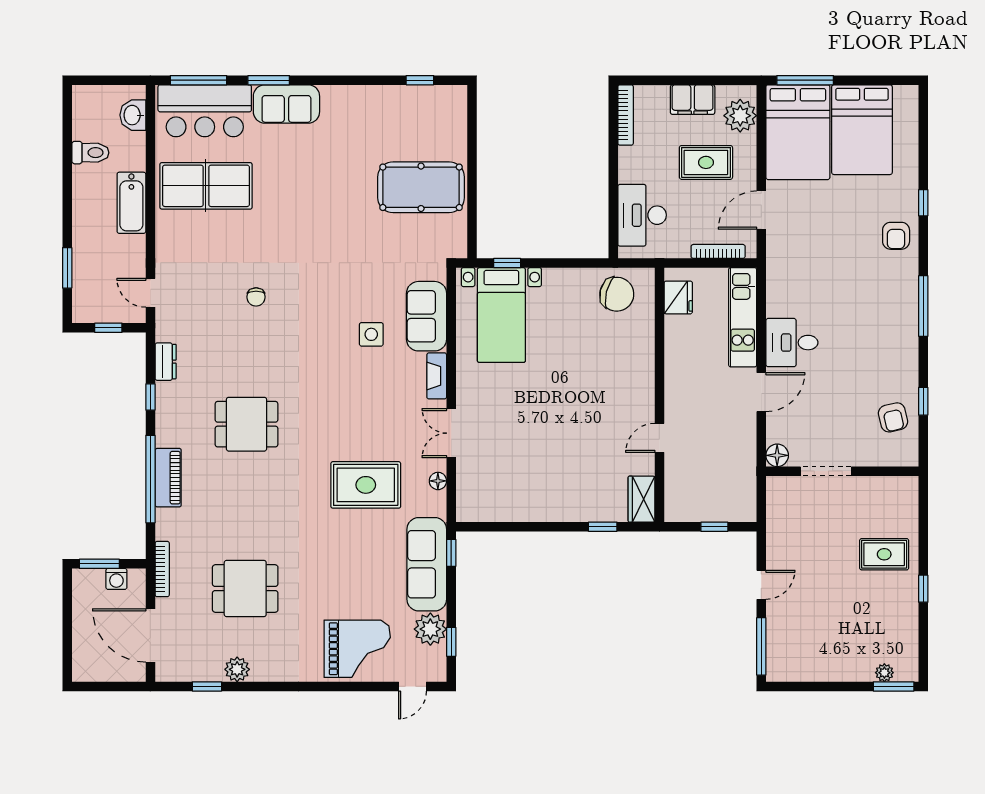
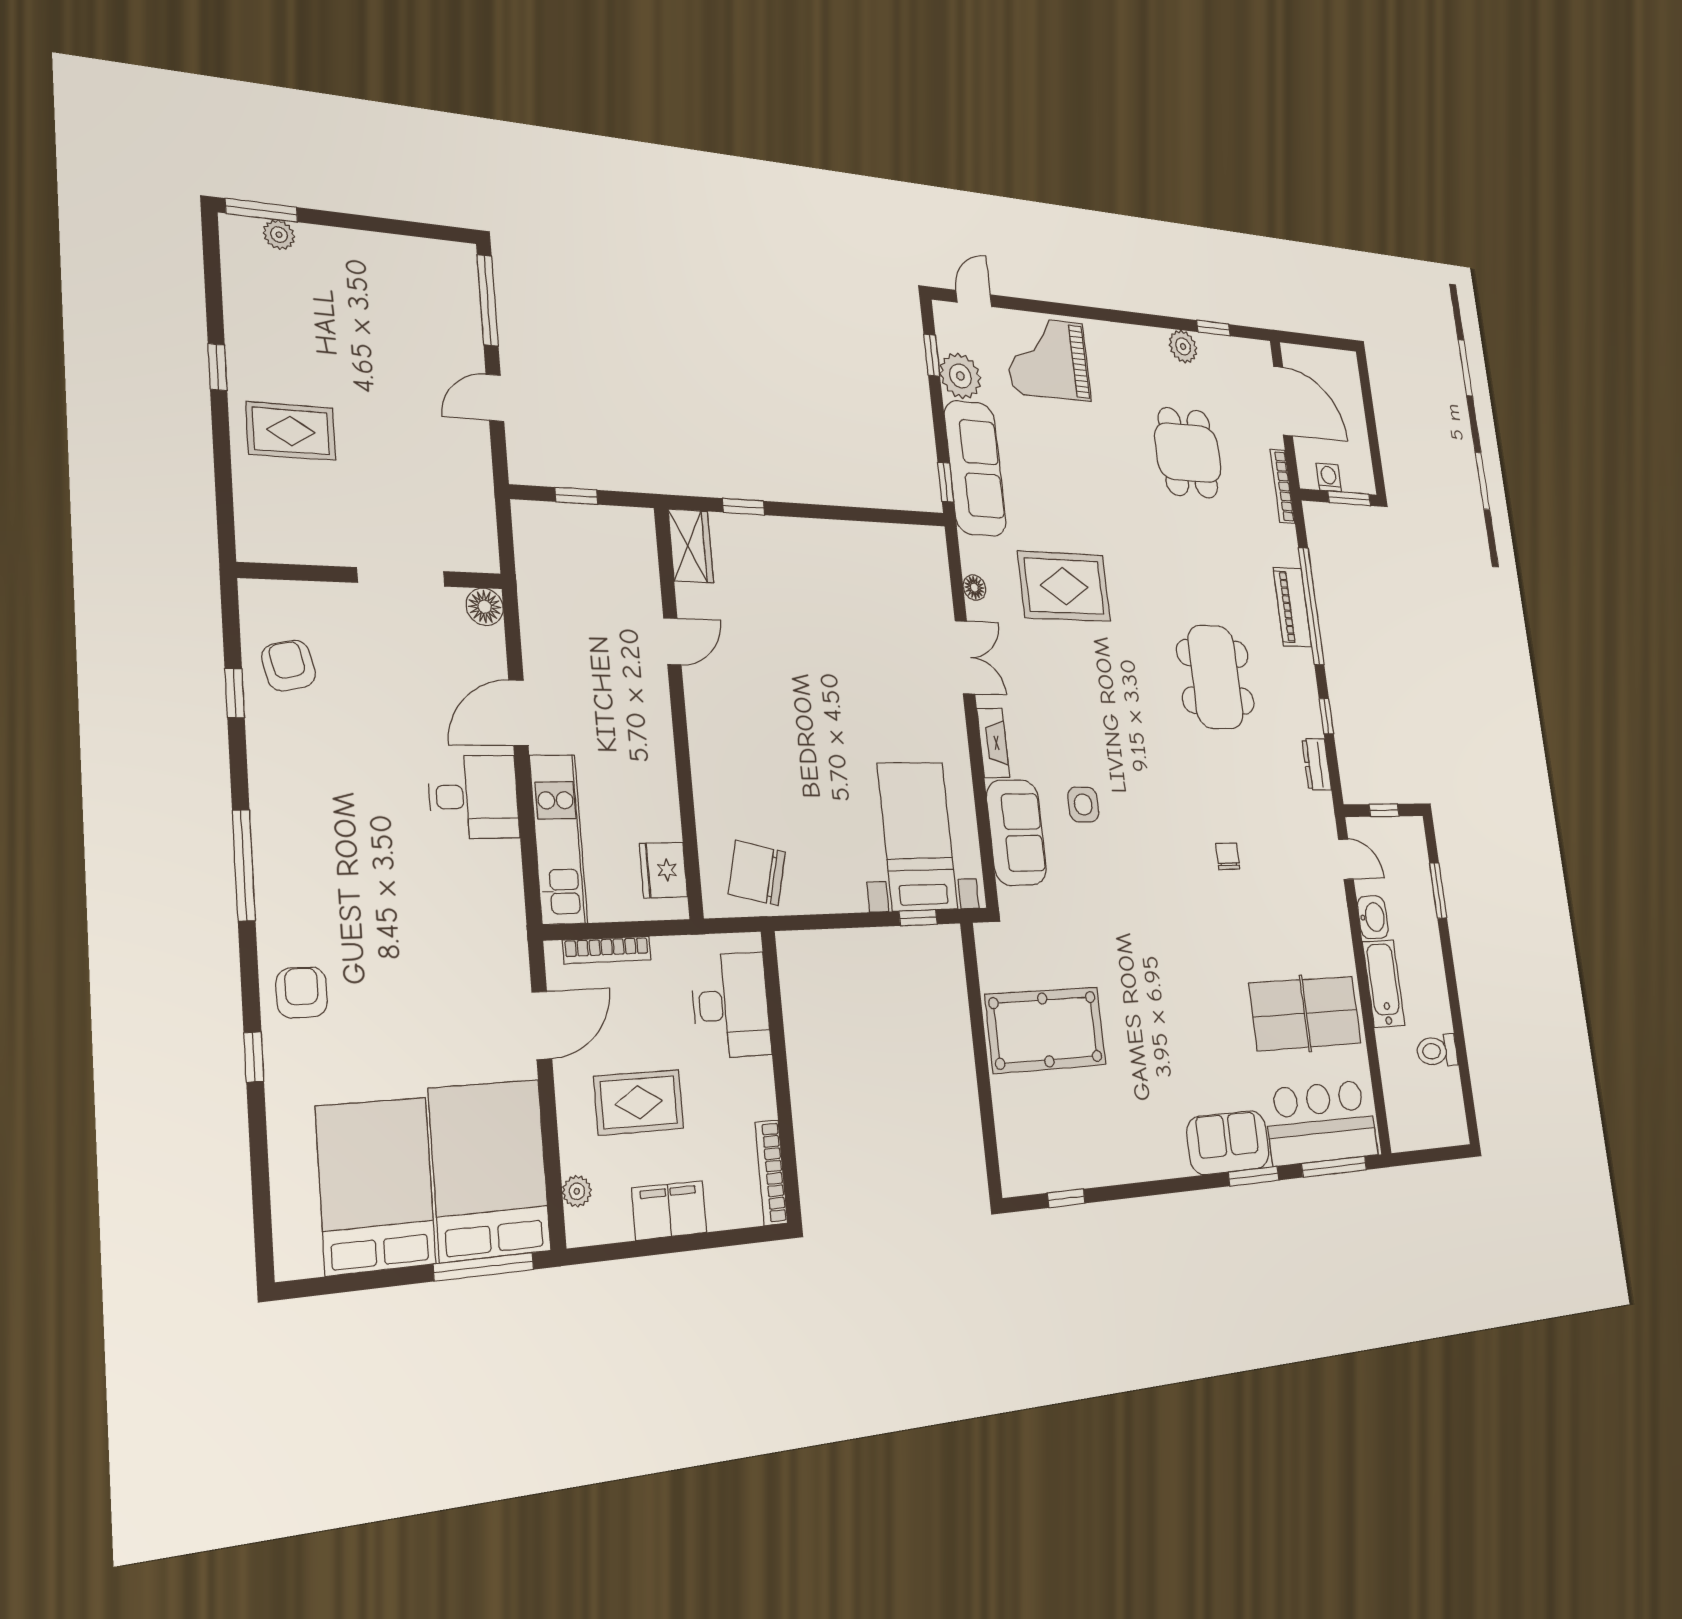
washbasin: (133, 115) -> (1373, 917), moved
plant: (740, 116) -> (577, 1191), width x0.53, depth x0.53
dining table: (247, 424) -> (1215, 677), width x1.38
dining table: (245, 589) -> (1188, 453), turned 90

